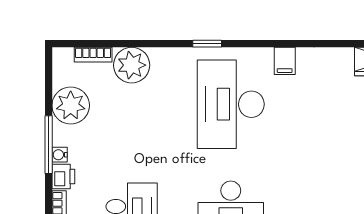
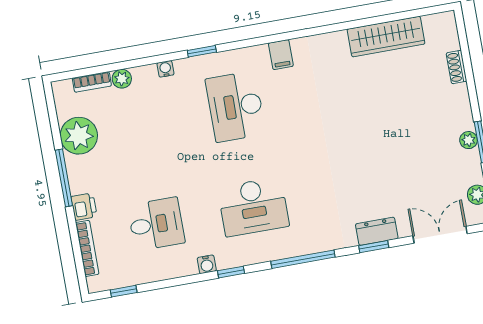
plant: (132, 65) -> (122, 79), width x0.53, depth x0.53
desk: (231, 104) -> (236, 107), width x0.73, depth x0.77
water cooler: (60, 155) -> (165, 69), moved, turned 90

